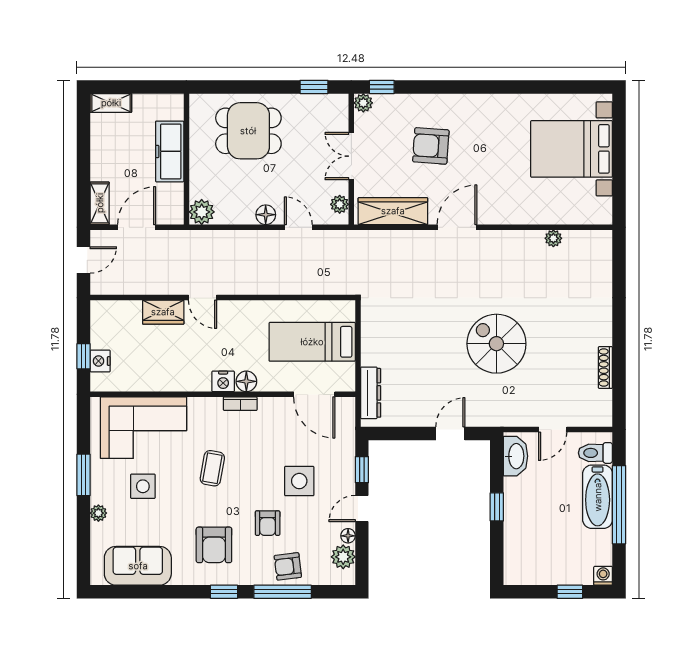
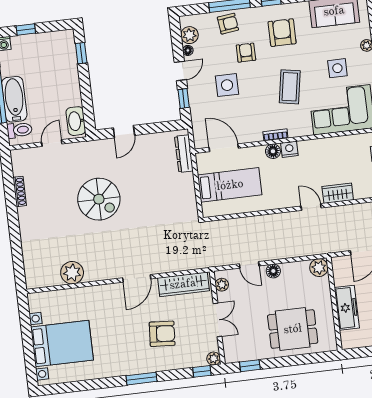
window: (467, 87) -> (141, 379), added
plant: (553, 238) -> (72, 273), width x1.88, depth x1.88
coffee table: (212, 468) -> (290, 87), width x1.36, depth x1.30
window: (497, 507) -> (81, 53), moved

